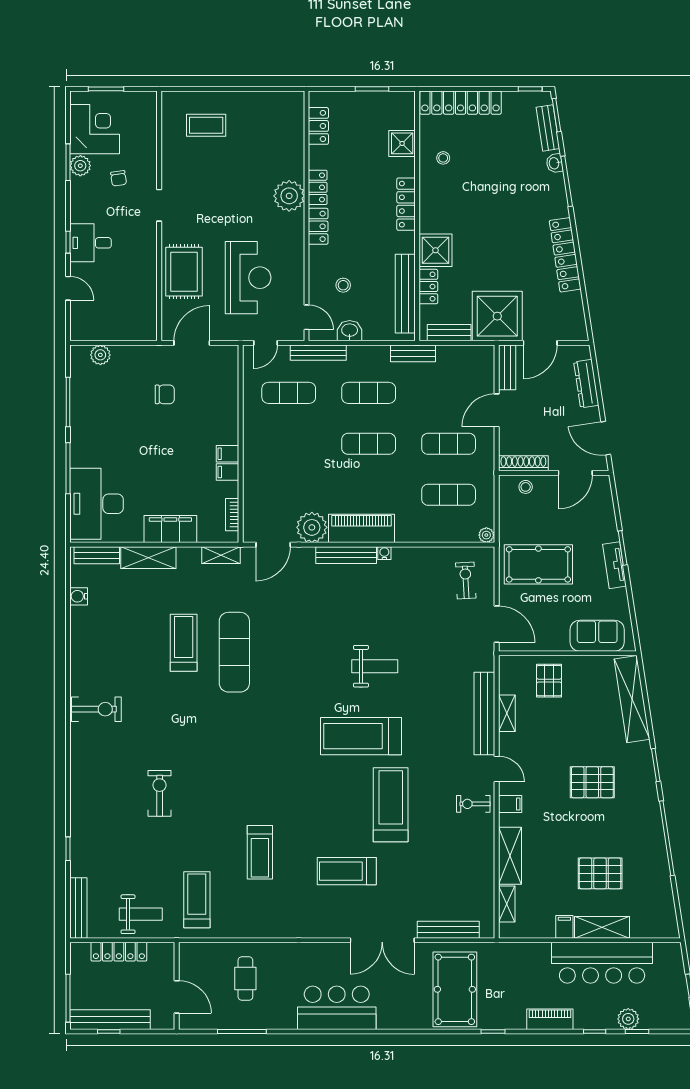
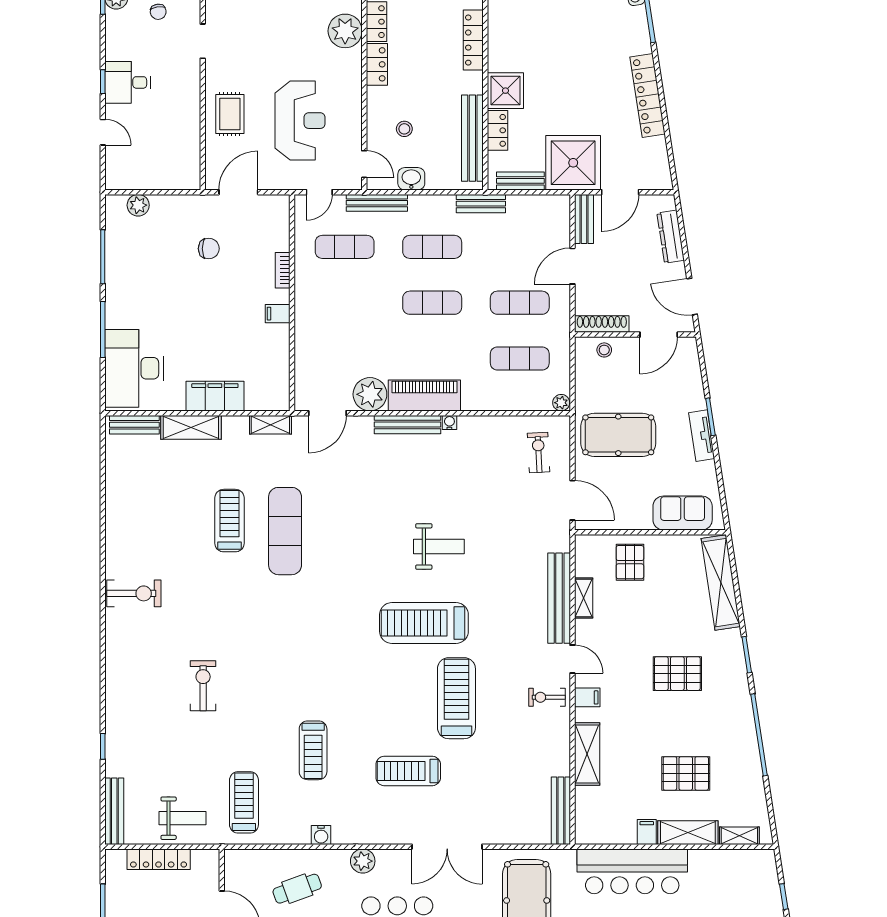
rug: (184, 272) -> (230, 114), width x0.73, depth x0.70
filing cabinet: (228, 472) -> (278, 334), removed
bookcase: (232, 515) -> (283, 270), moved
water cooler: (79, 596) -> (321, 835), moved, turned -90
shelving: (507, 904) -> (739, 836), moved, turned 90
bench: (448, 930) -> (561, 811), moved, turned 90
plant: (305, 953) -> (363, 861), added
bar counter: (602, 963) -> (632, 871), moved
cafe table: (245, 979) -> (297, 889), turned 70

